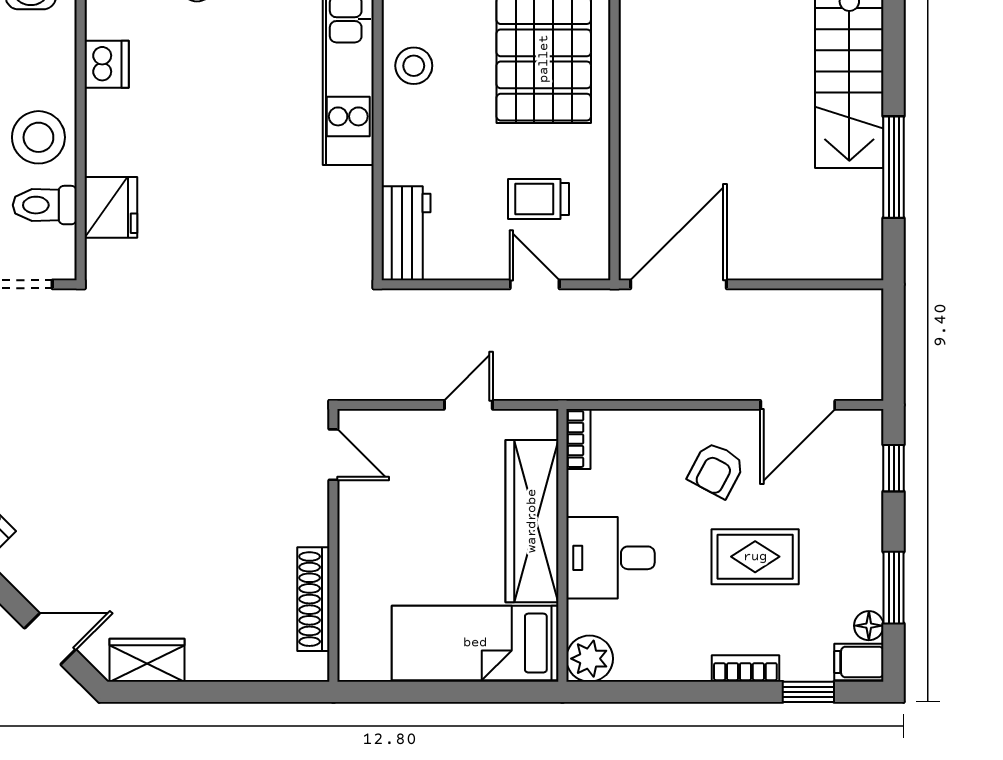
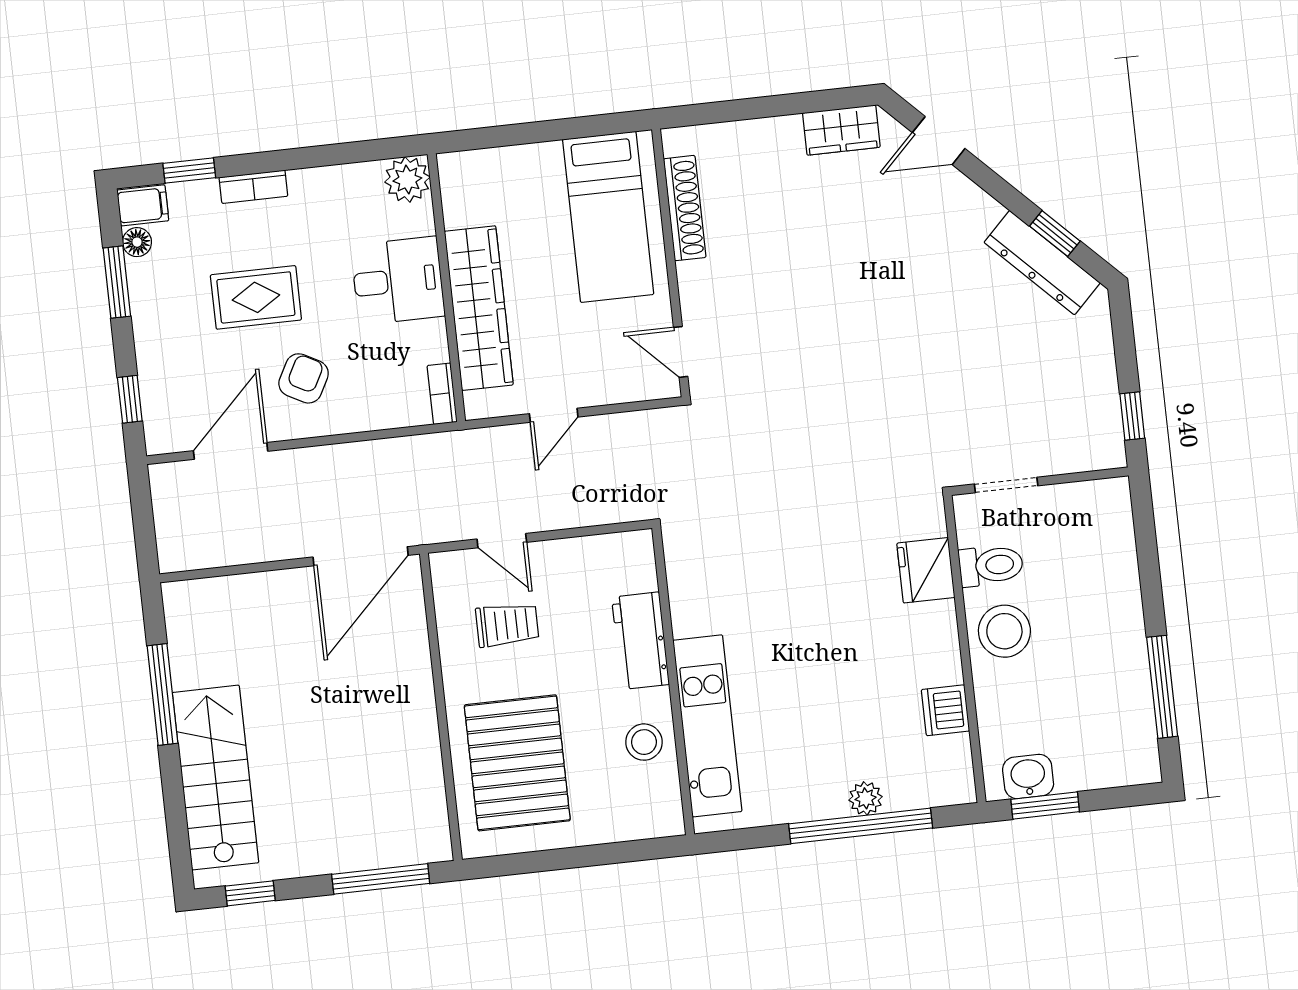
workbench: (406, 233) -> (641, 641), moved
bed: (475, 643) -> (608, 217), moved, turned 90

